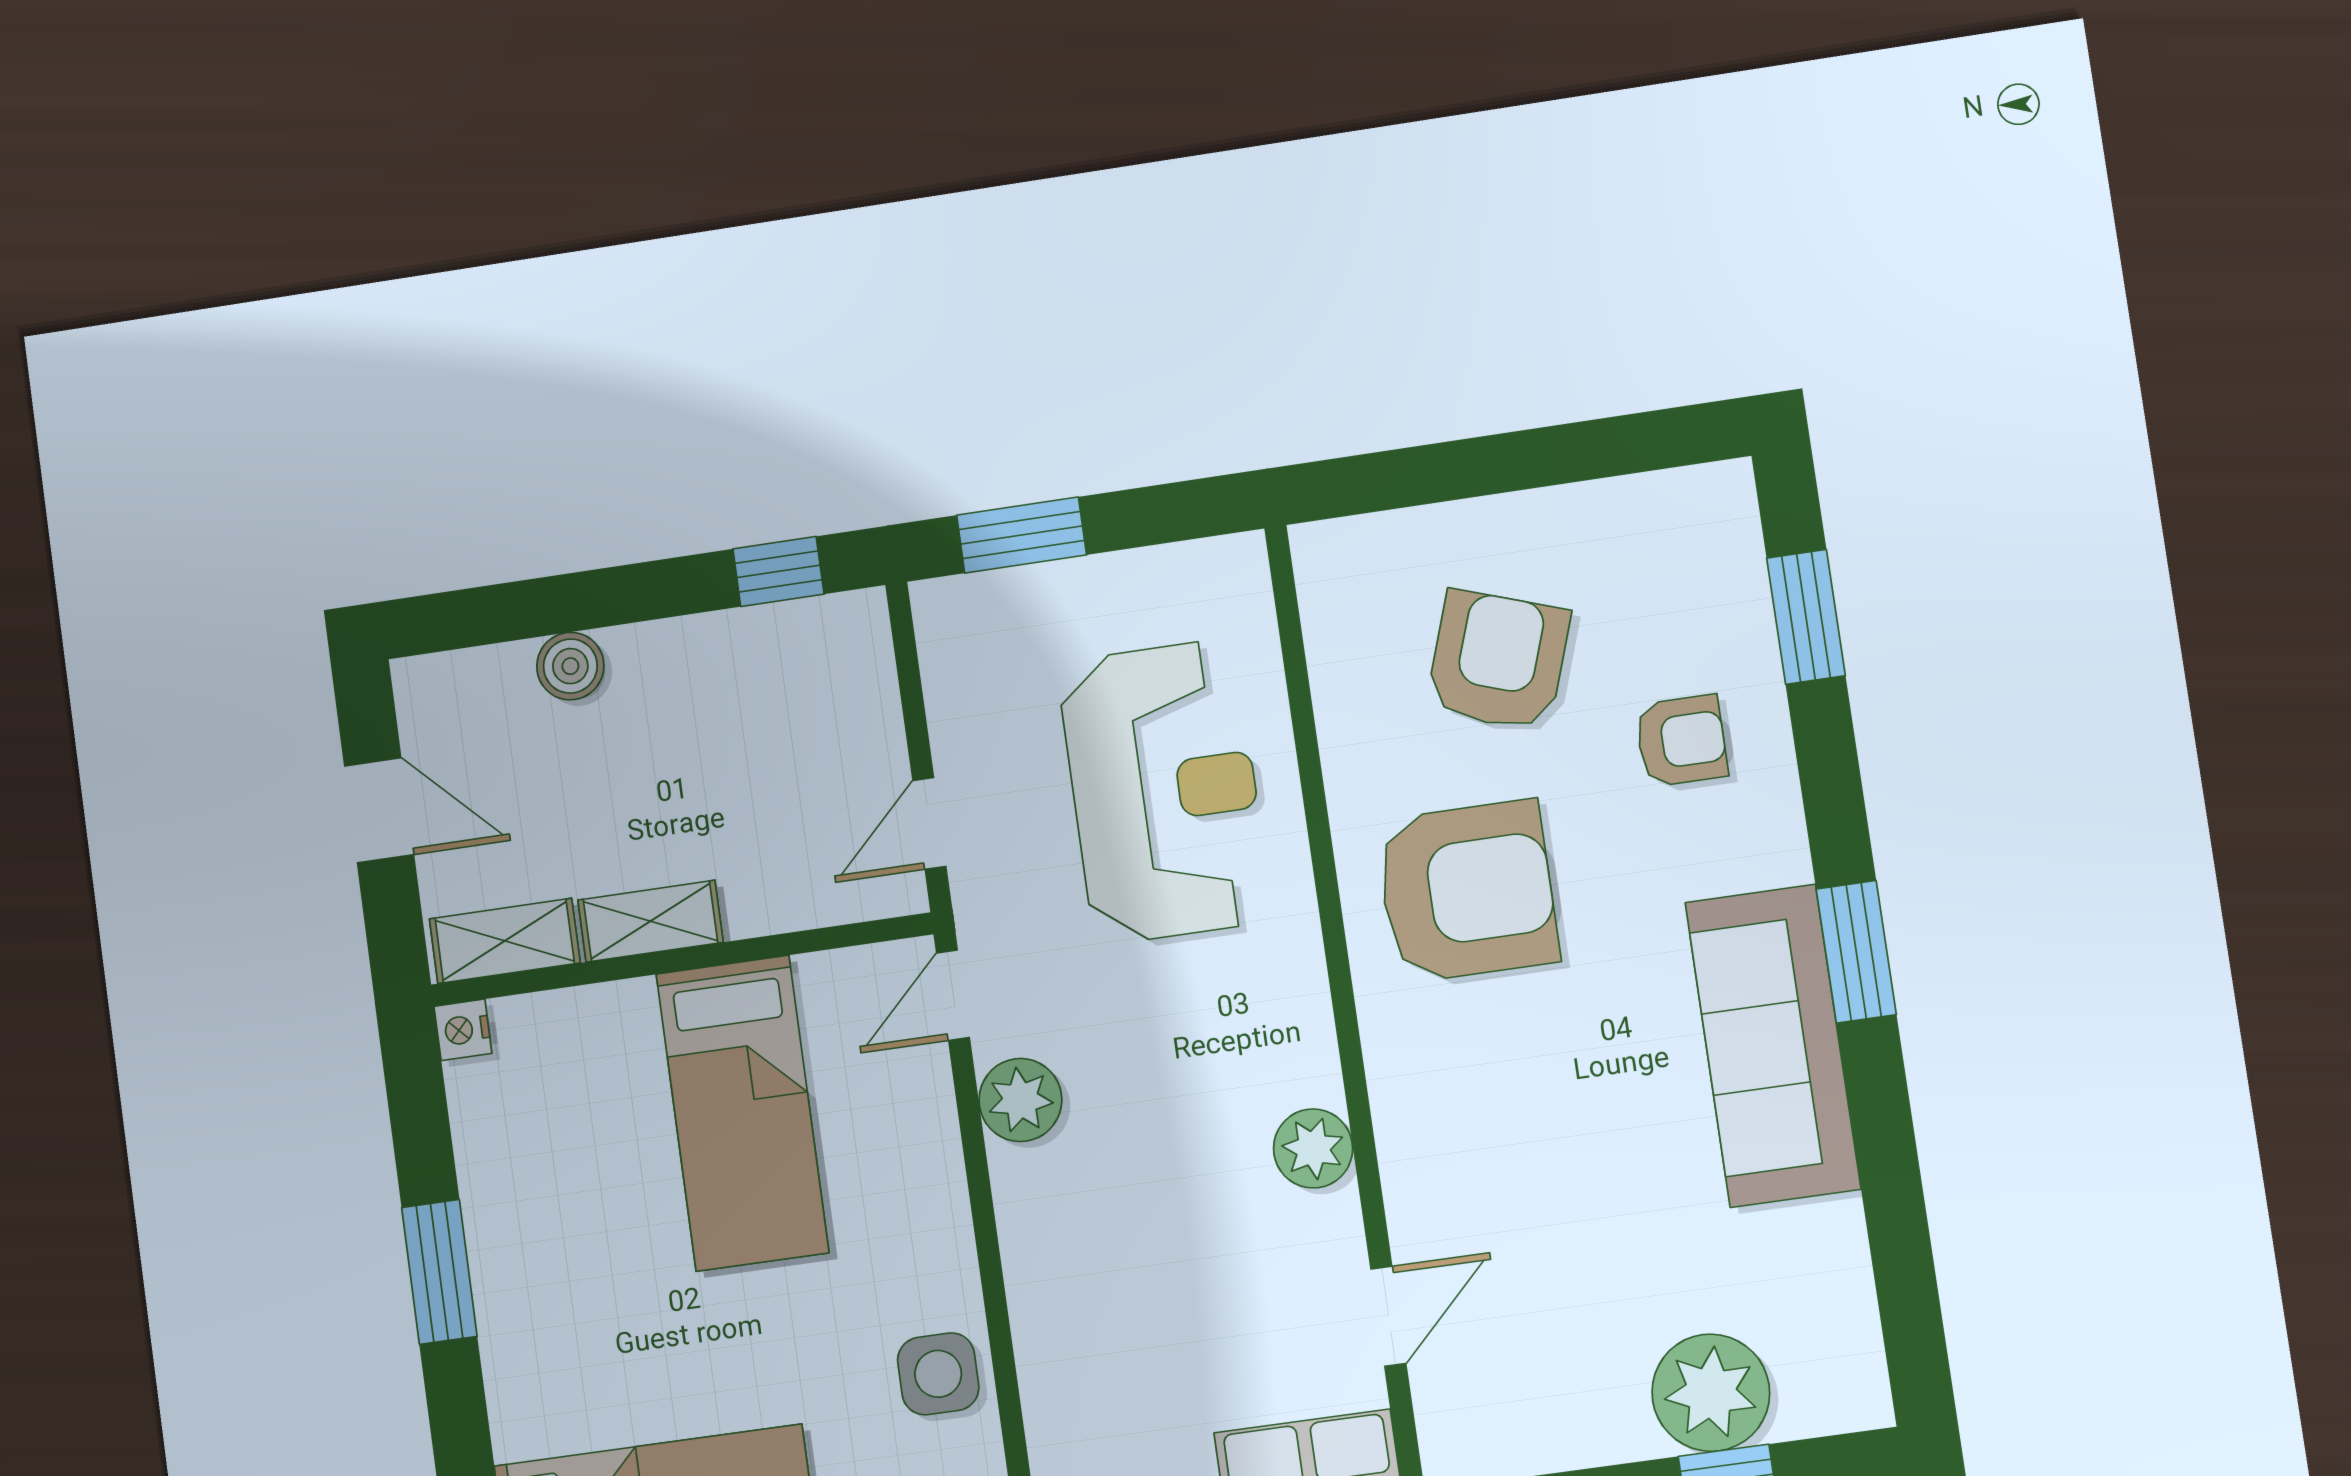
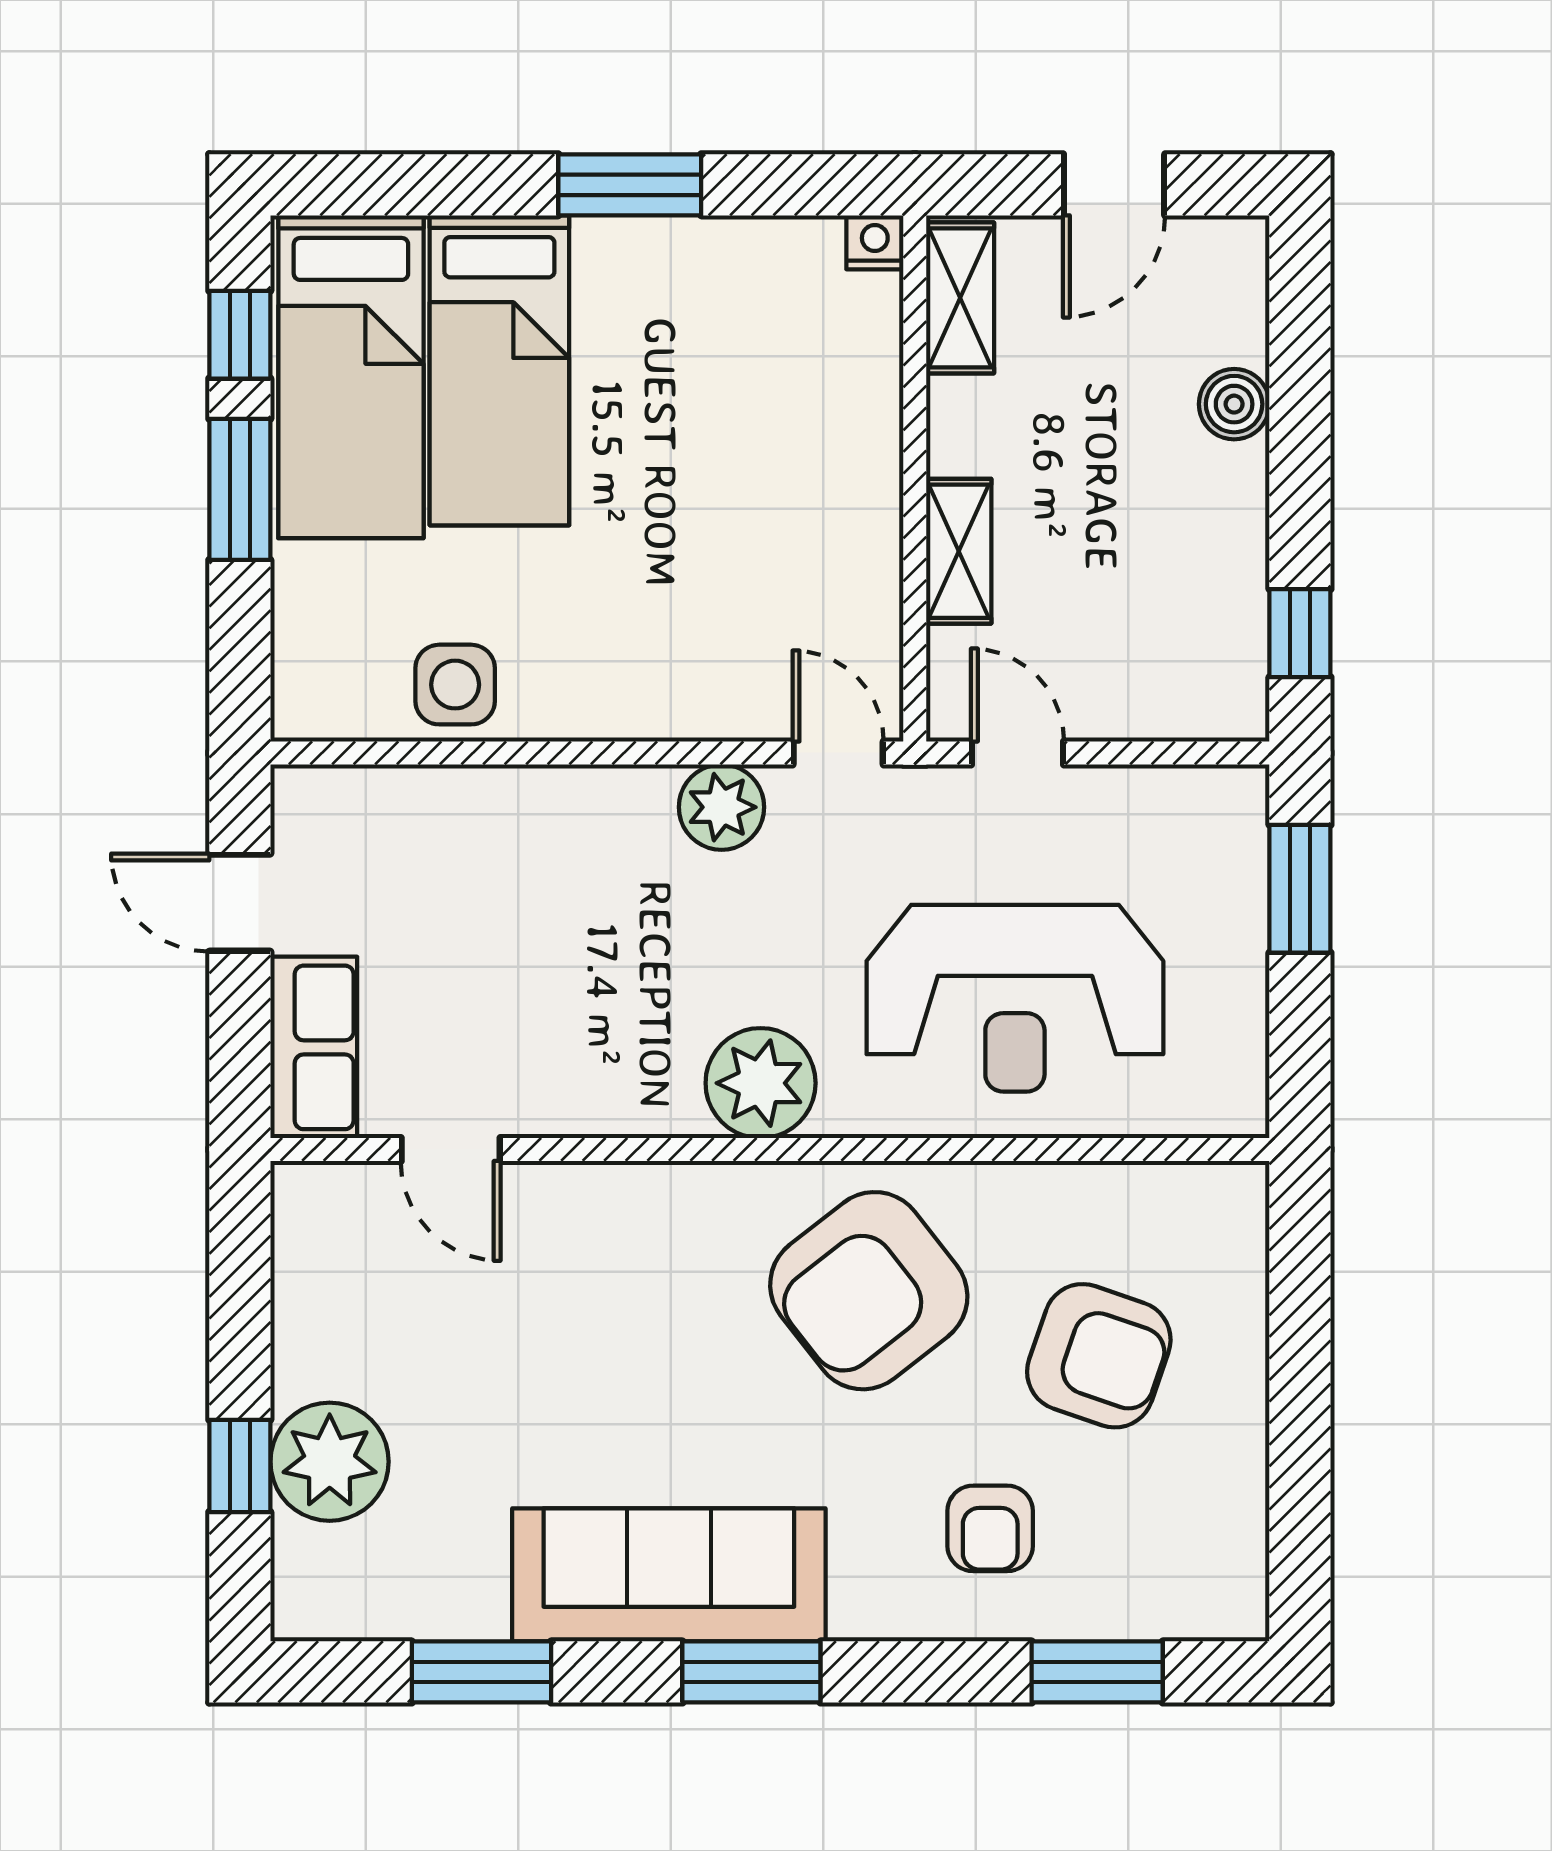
armchair: (1467, 891) -> (869, 1291), turned 52
shelving: (650, 921) -> (959, 551), moved
bed: (742, 1113) -> (499, 370), moved, turned -90
plant: (1313, 1148) -> (761, 1083), moved, width x1.36, depth x1.36
window: (1896, 1215) -> (481, 1672), added

